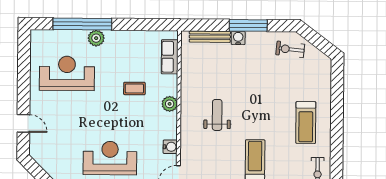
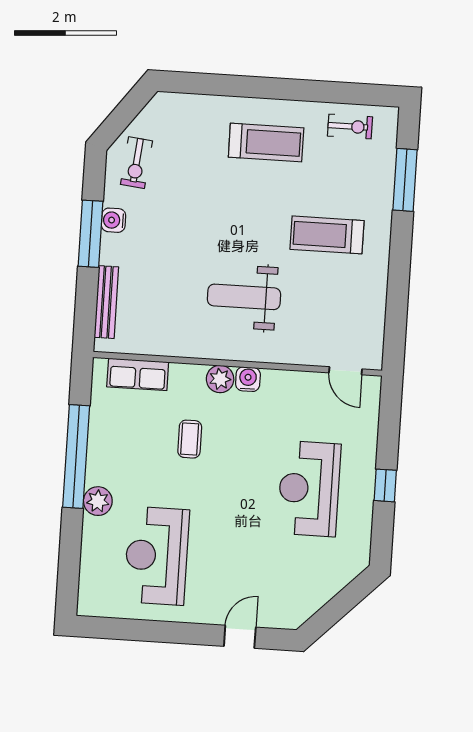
window: (82, 24) -> (76, 457), moved
water cooler: (238, 38) -> (113, 220), moved
weight bench: (217, 115) -> (244, 297), width x1.36, depth x1.33
water cooler: (170, 147) -> (248, 379), moved

